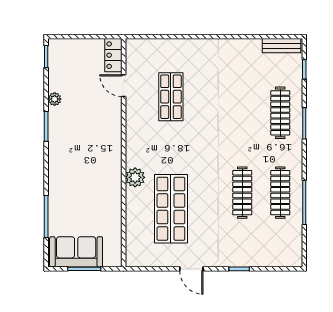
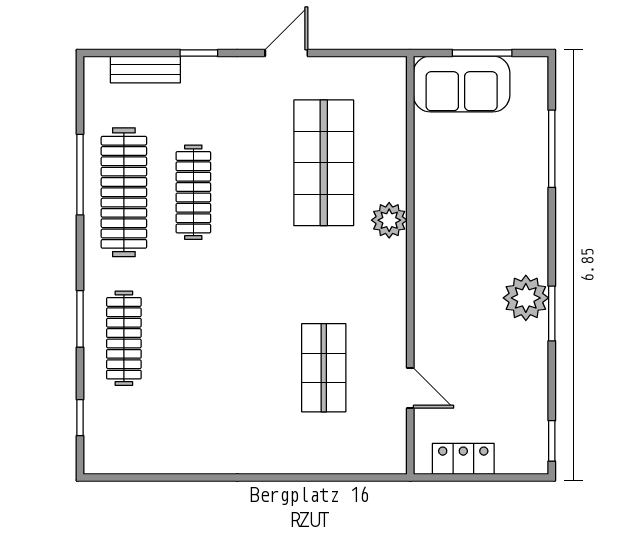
bench: (282, 46) -> (145, 69), moved
locker: (113, 55) -> (463, 459), moved, turned -90
plant: (55, 99) -> (526, 298), moved, width x1.88, depth x1.88
clothes rail: (280, 193) -> (124, 192), width x1.37, depth x1.31
sofa: (76, 252) -> (462, 84), moved
door: (191, 269) -> (286, 53), hinge flipped

